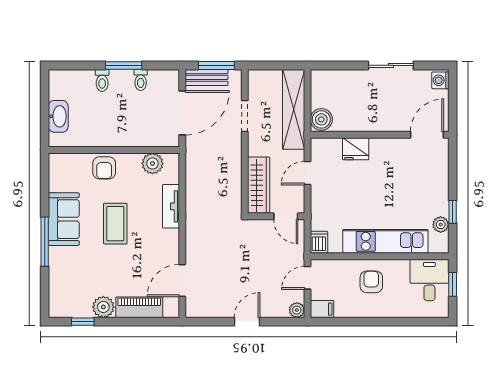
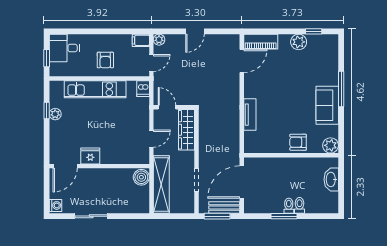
toilet: (141, 80) -> (289, 206), moved
fridge: (356, 149) -> (90, 156), moved
plant: (152, 163) -> (331, 145), moved
armchair: (104, 168) -> (298, 142), turned -90
coffee table: (115, 224) -> (290, 102), removed
plant: (441, 225) -> (55, 114), moved
desk: (429, 280) -> (64, 48), moved, turned 90
piano: (139, 307) -> (261, 42), moved

